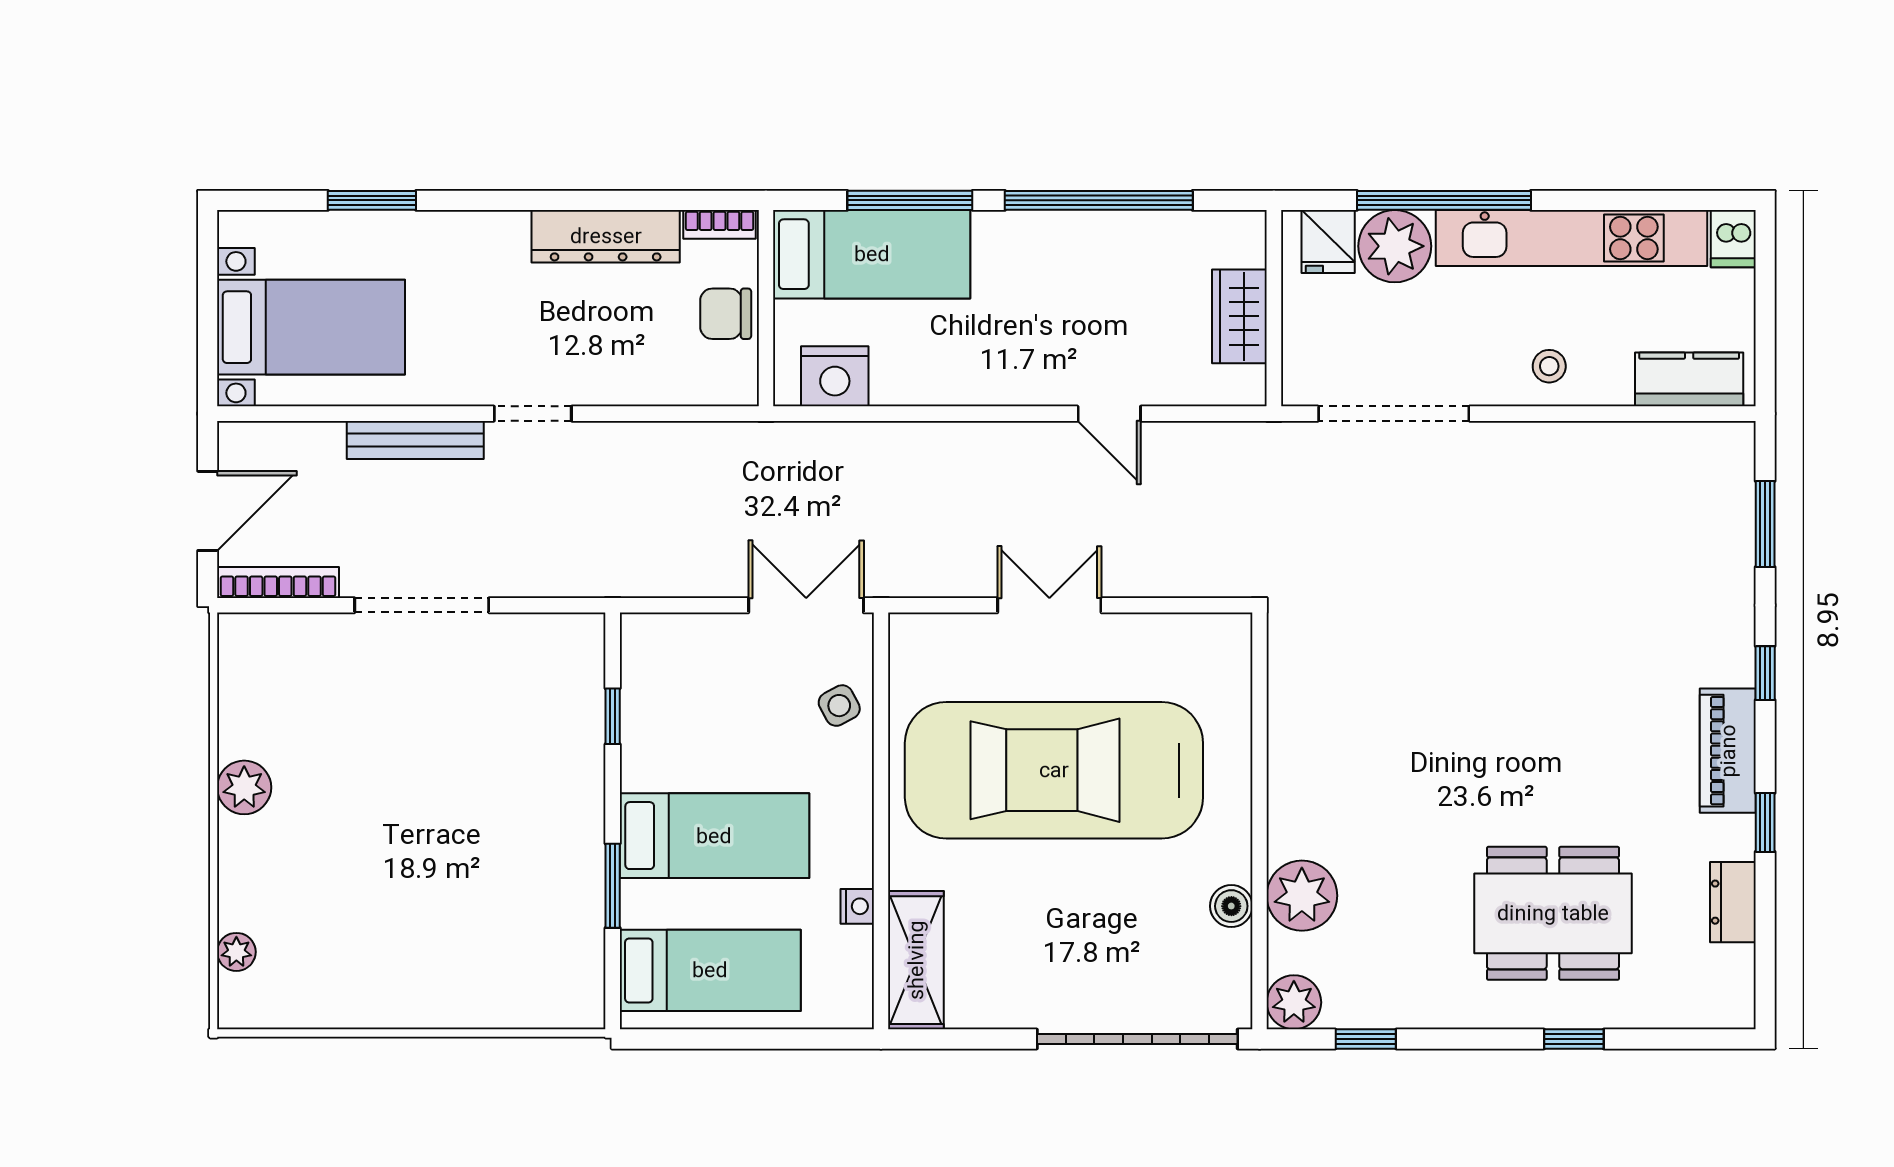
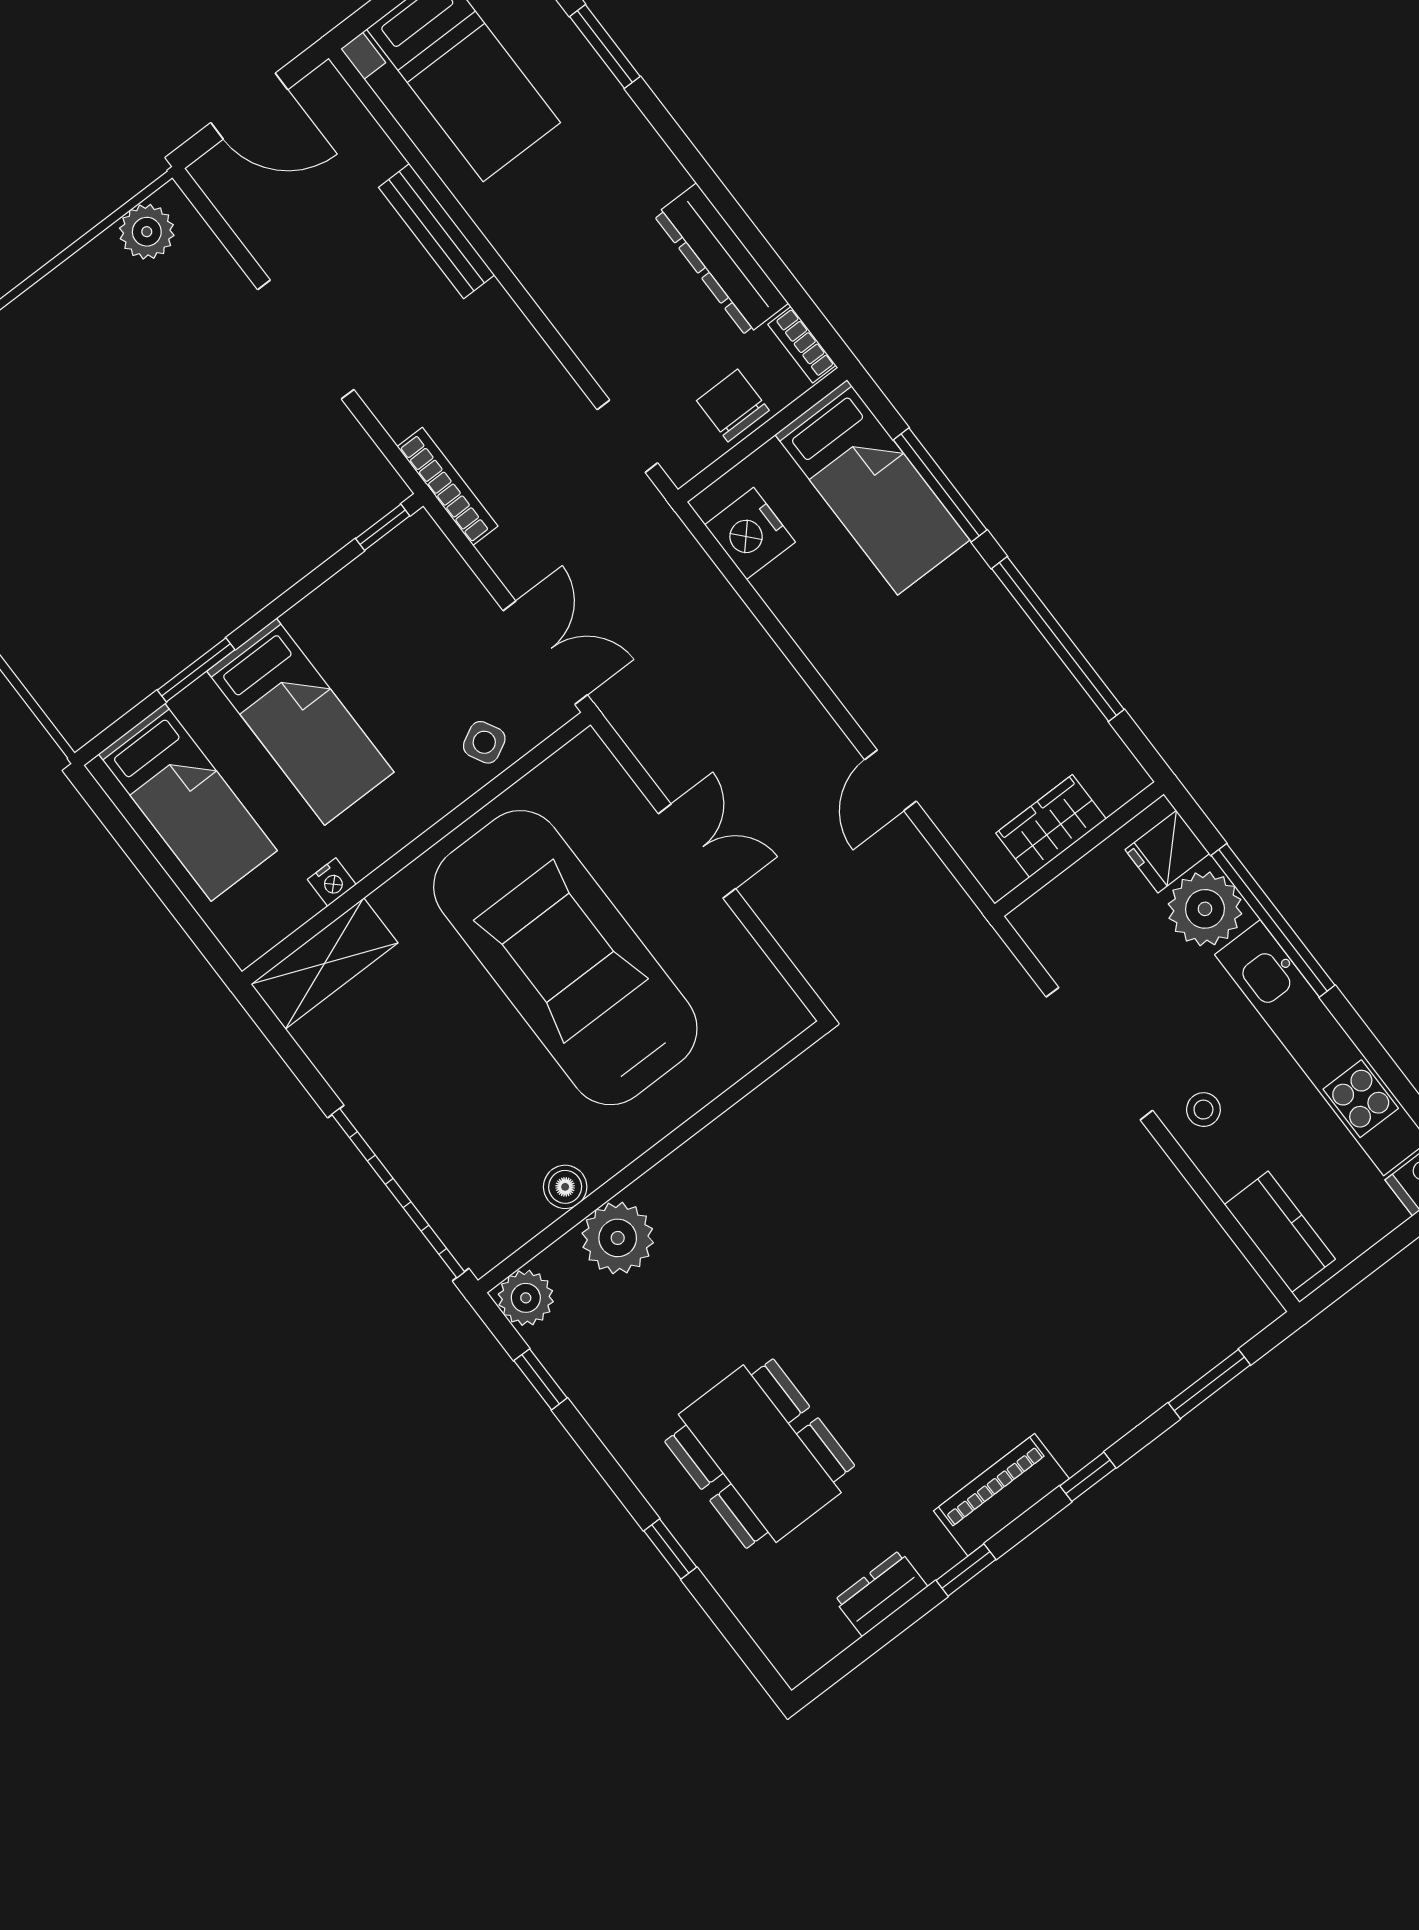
doorway: (533, 414) -> (627, 436), moved
doorway: (1394, 414) -> (1099, 1054), moved
bookcase: (278, 583) -> (447, 486), moved
window: (613, 716) -> (383, 527), moved
plant: (244, 787) -> (147, 232), moved

